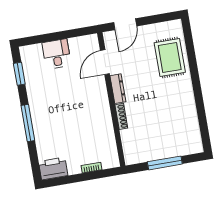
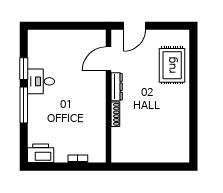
desk: (57, 54) -> (41, 81), moved, turned -90
window: (19, 74) -> (24, 69), moved
window: (165, 163) -> (150, 167), removed

